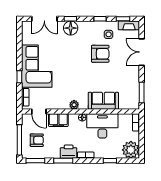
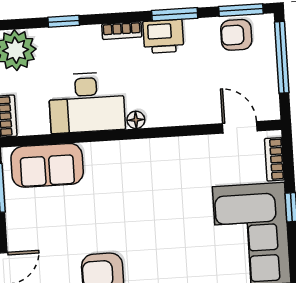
sofa: (103, 101) -> (47, 165), moved
plant: (74, 105) -> (157, 149), removed
filing cabinet: (58, 120) -> (192, 110), removed
armchair: (37, 140) -> (236, 35), moved

